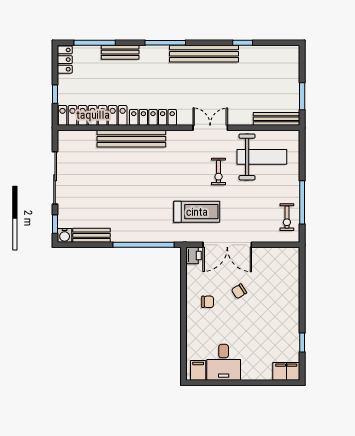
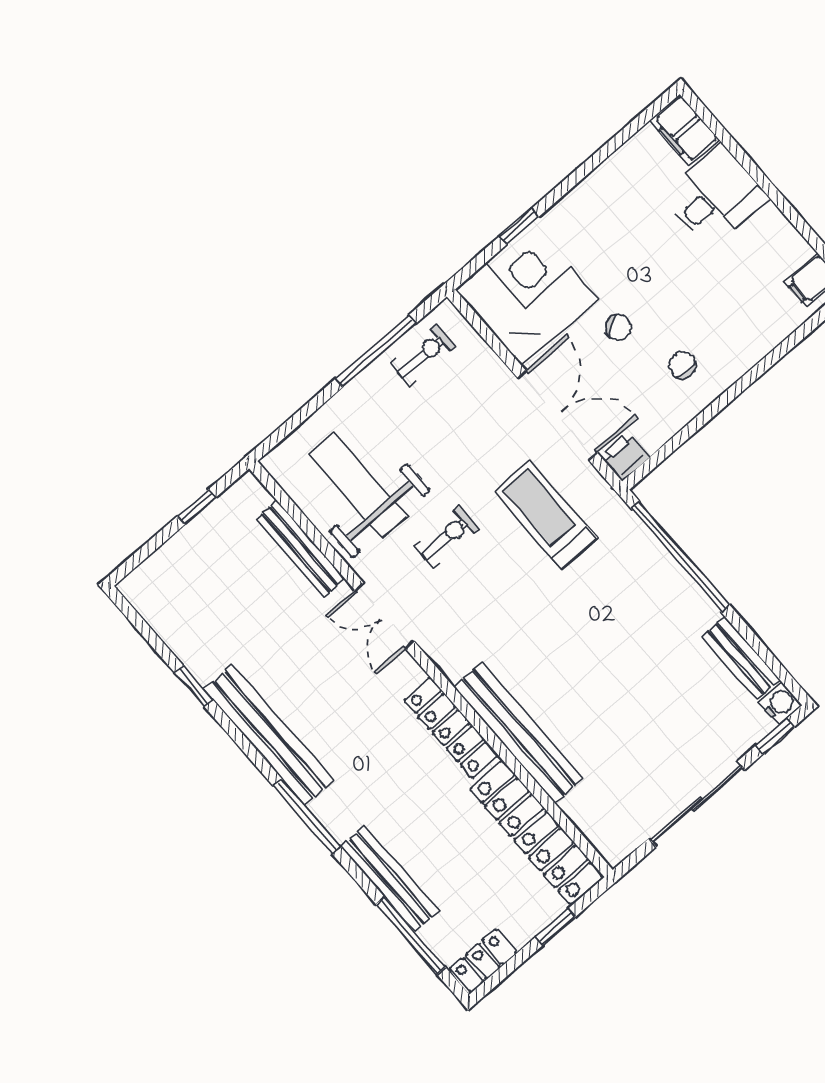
bench: (120, 52) -> (389, 879), width x1.36
window: (302, 96) -> (197, 507), width x0.67
bench: (277, 119) -> (300, 549), moved
corner desk: (277, 270) -> (527, 294), added
window: (302, 343) -> (519, 227), moved
desk: (224, 362) -> (715, 196), moved

